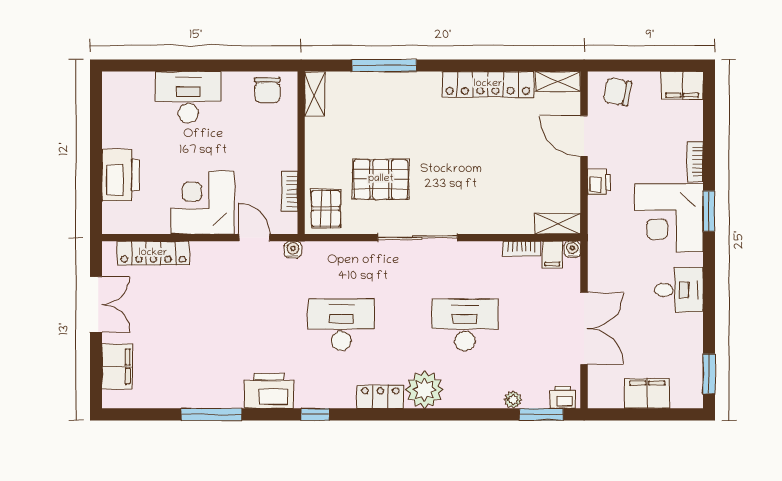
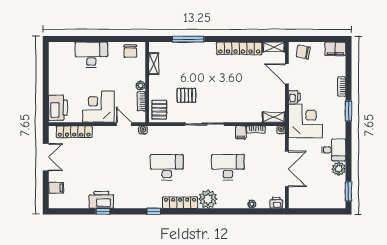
shelving: (315, 94) -> (154, 64), moved
plant: (288, 160) -> (140, 86), added
printer: (121, 175) -> (58, 108), moved
pallet: (381, 179) -> (186, 95), width x0.67, depth x0.71
corner desk: (669, 218) -> (305, 121), moved, turned 180
filing cabinet: (552, 255) -> (241, 132), moved
plant: (689, 328) -> (339, 169), added
filing cabinet: (117, 367) -> (56, 188), width x0.50
printer: (269, 391) -> (101, 200), moved
filing cabinet: (647, 394) -> (318, 201), removed
locker: (380, 397) -> (180, 203), width x1.53
window: (212, 414) -> (103, 211), width x0.46
window: (541, 414) -> (266, 211), removed

